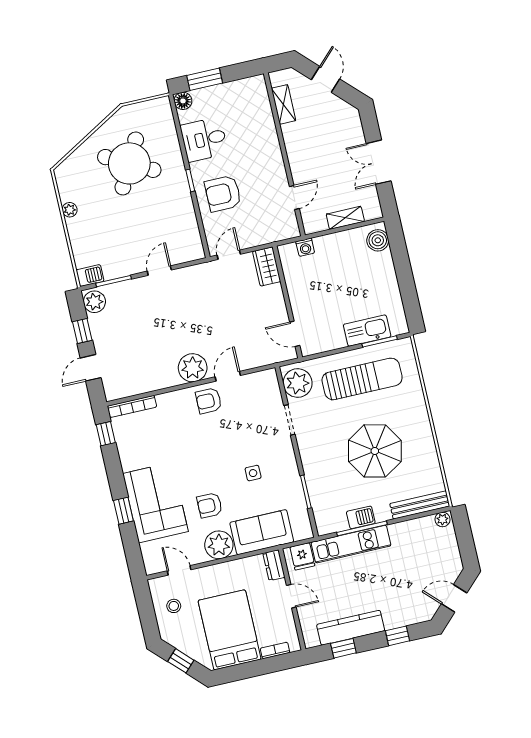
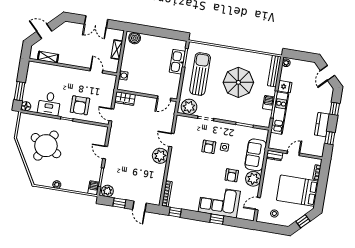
armchair: (209, 401) -> (209, 147), moved
fridge: (302, 556) -> (285, 87), moved
kitchen counter: (351, 628) -> (322, 125), width x0.67

